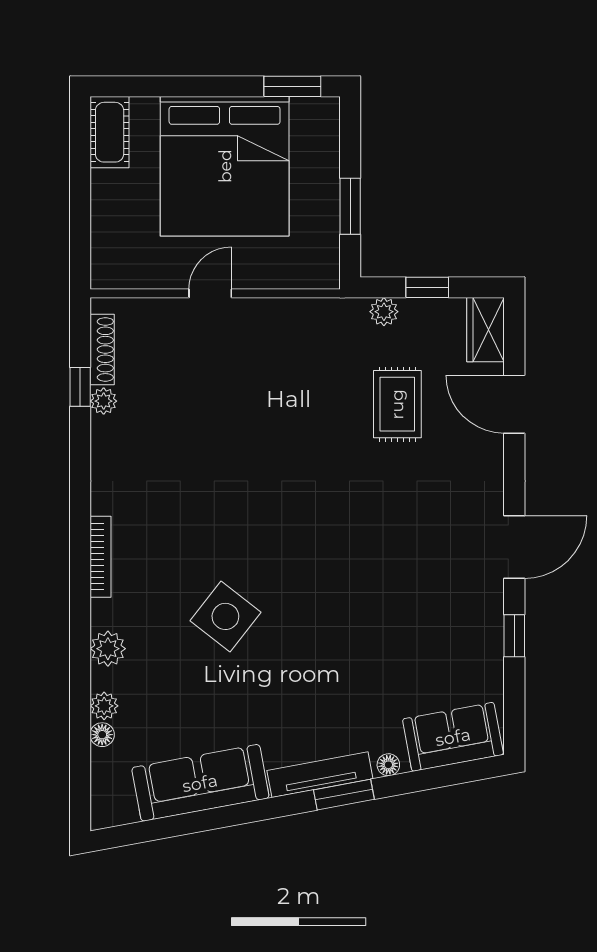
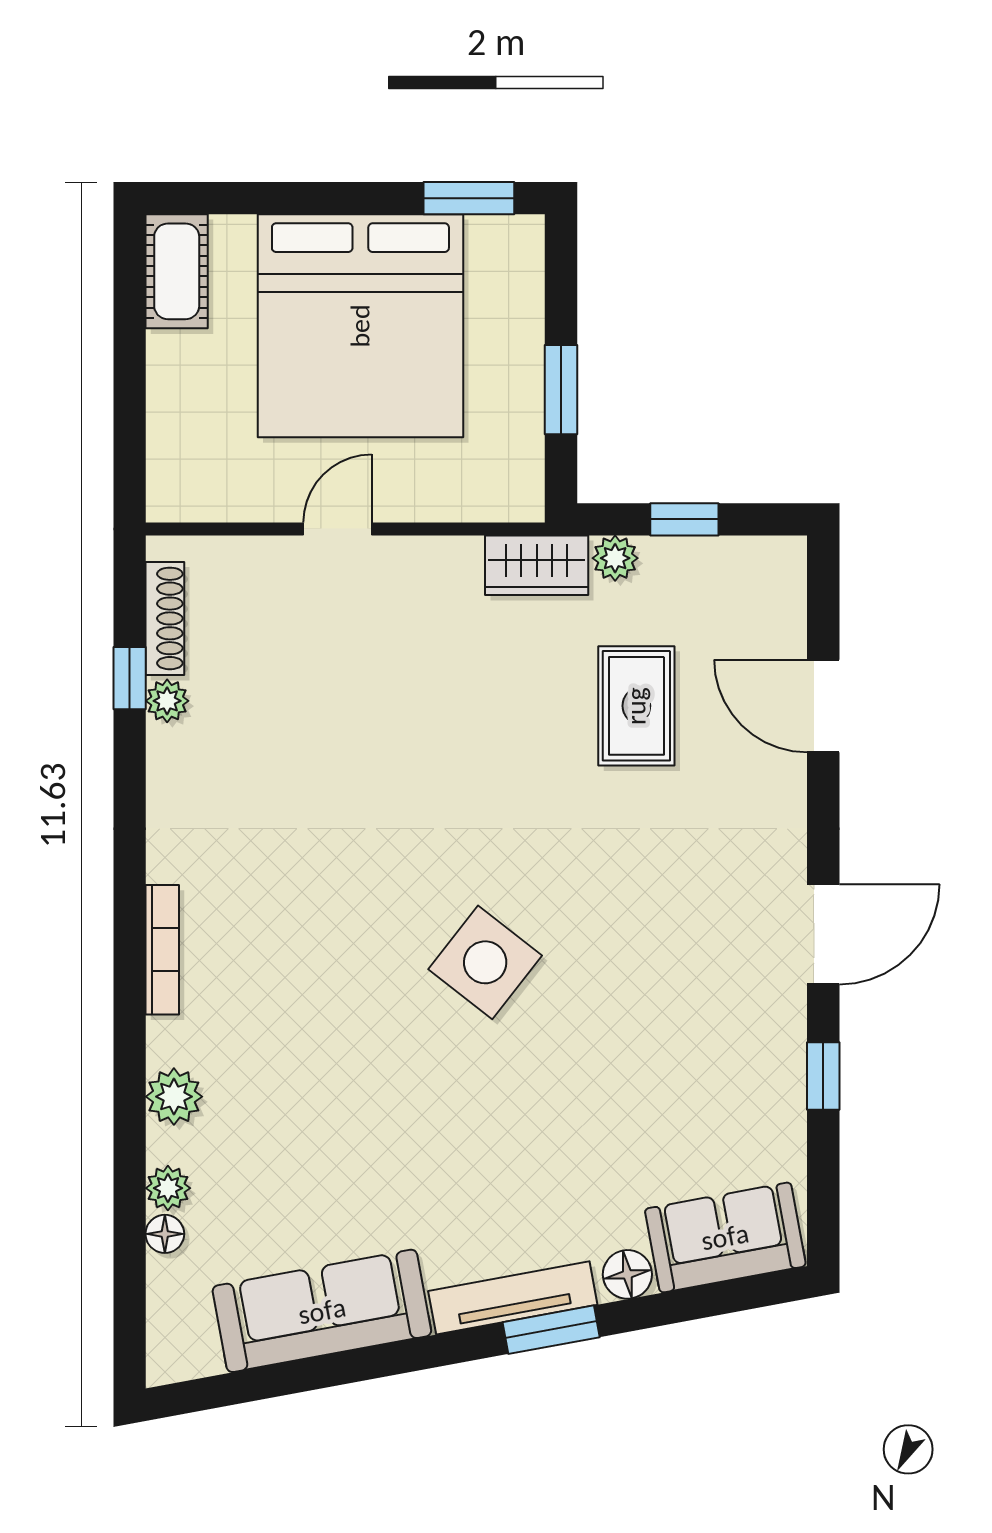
wardrobe: (486, 330) -> (537, 565), moved, turned -90
side table: (225, 616) -> (485, 962), moved
floor lamp: (388, 765) -> (627, 1274), width x1.37, depth x1.37

